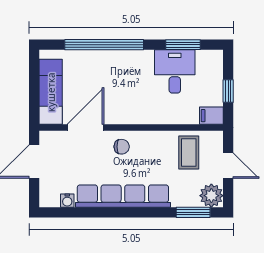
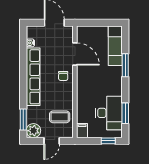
window: (104, 45) -> (125, 65), width x0.47
desk: (175, 71) -> (109, 113), width x1.37
window: (228, 91) -> (108, 141), moved
exam couch: (51, 92) -> (115, 46), moved, turned 90

